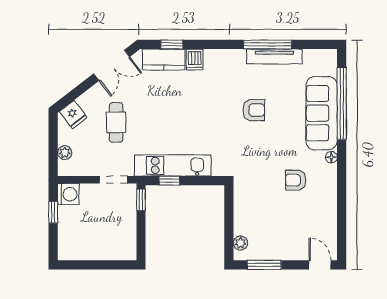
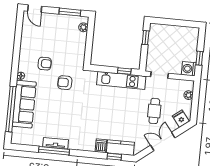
tv unit: (274, 56) -> (56, 143), width x0.71
double door: (112, 65) -> (163, 141), moved
armchair: (254, 110) -> (65, 83), moved
window: (141, 200) -> (146, 38), moved

